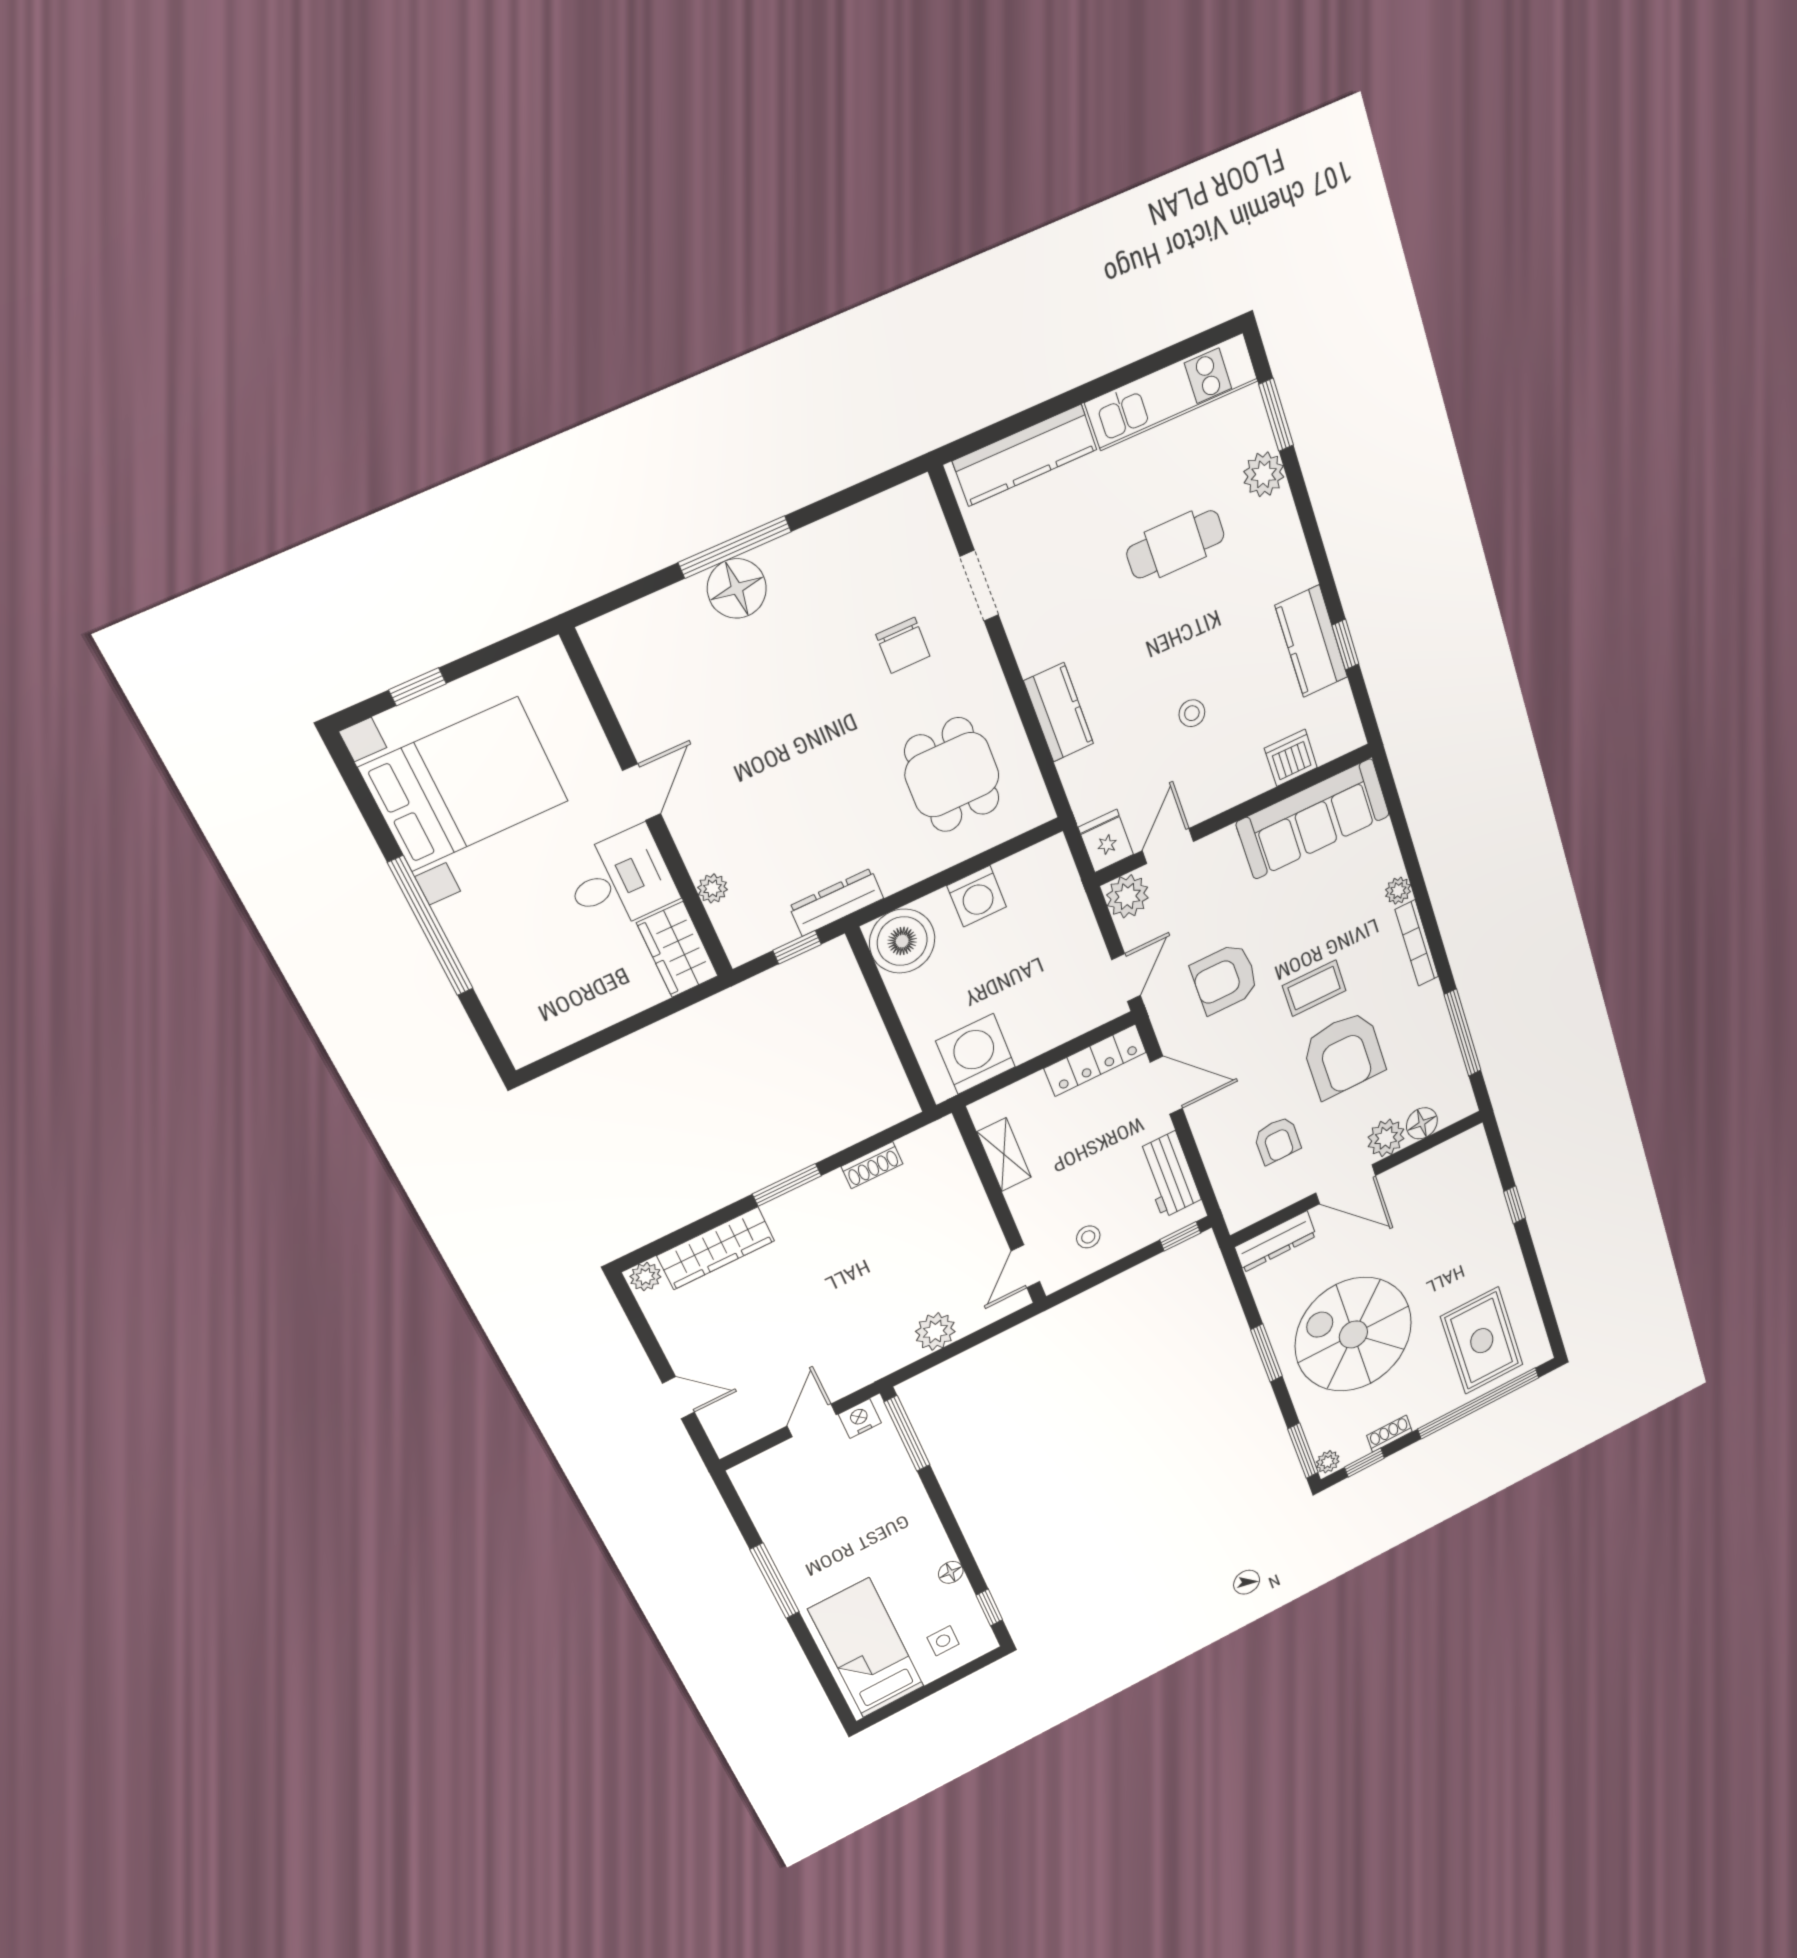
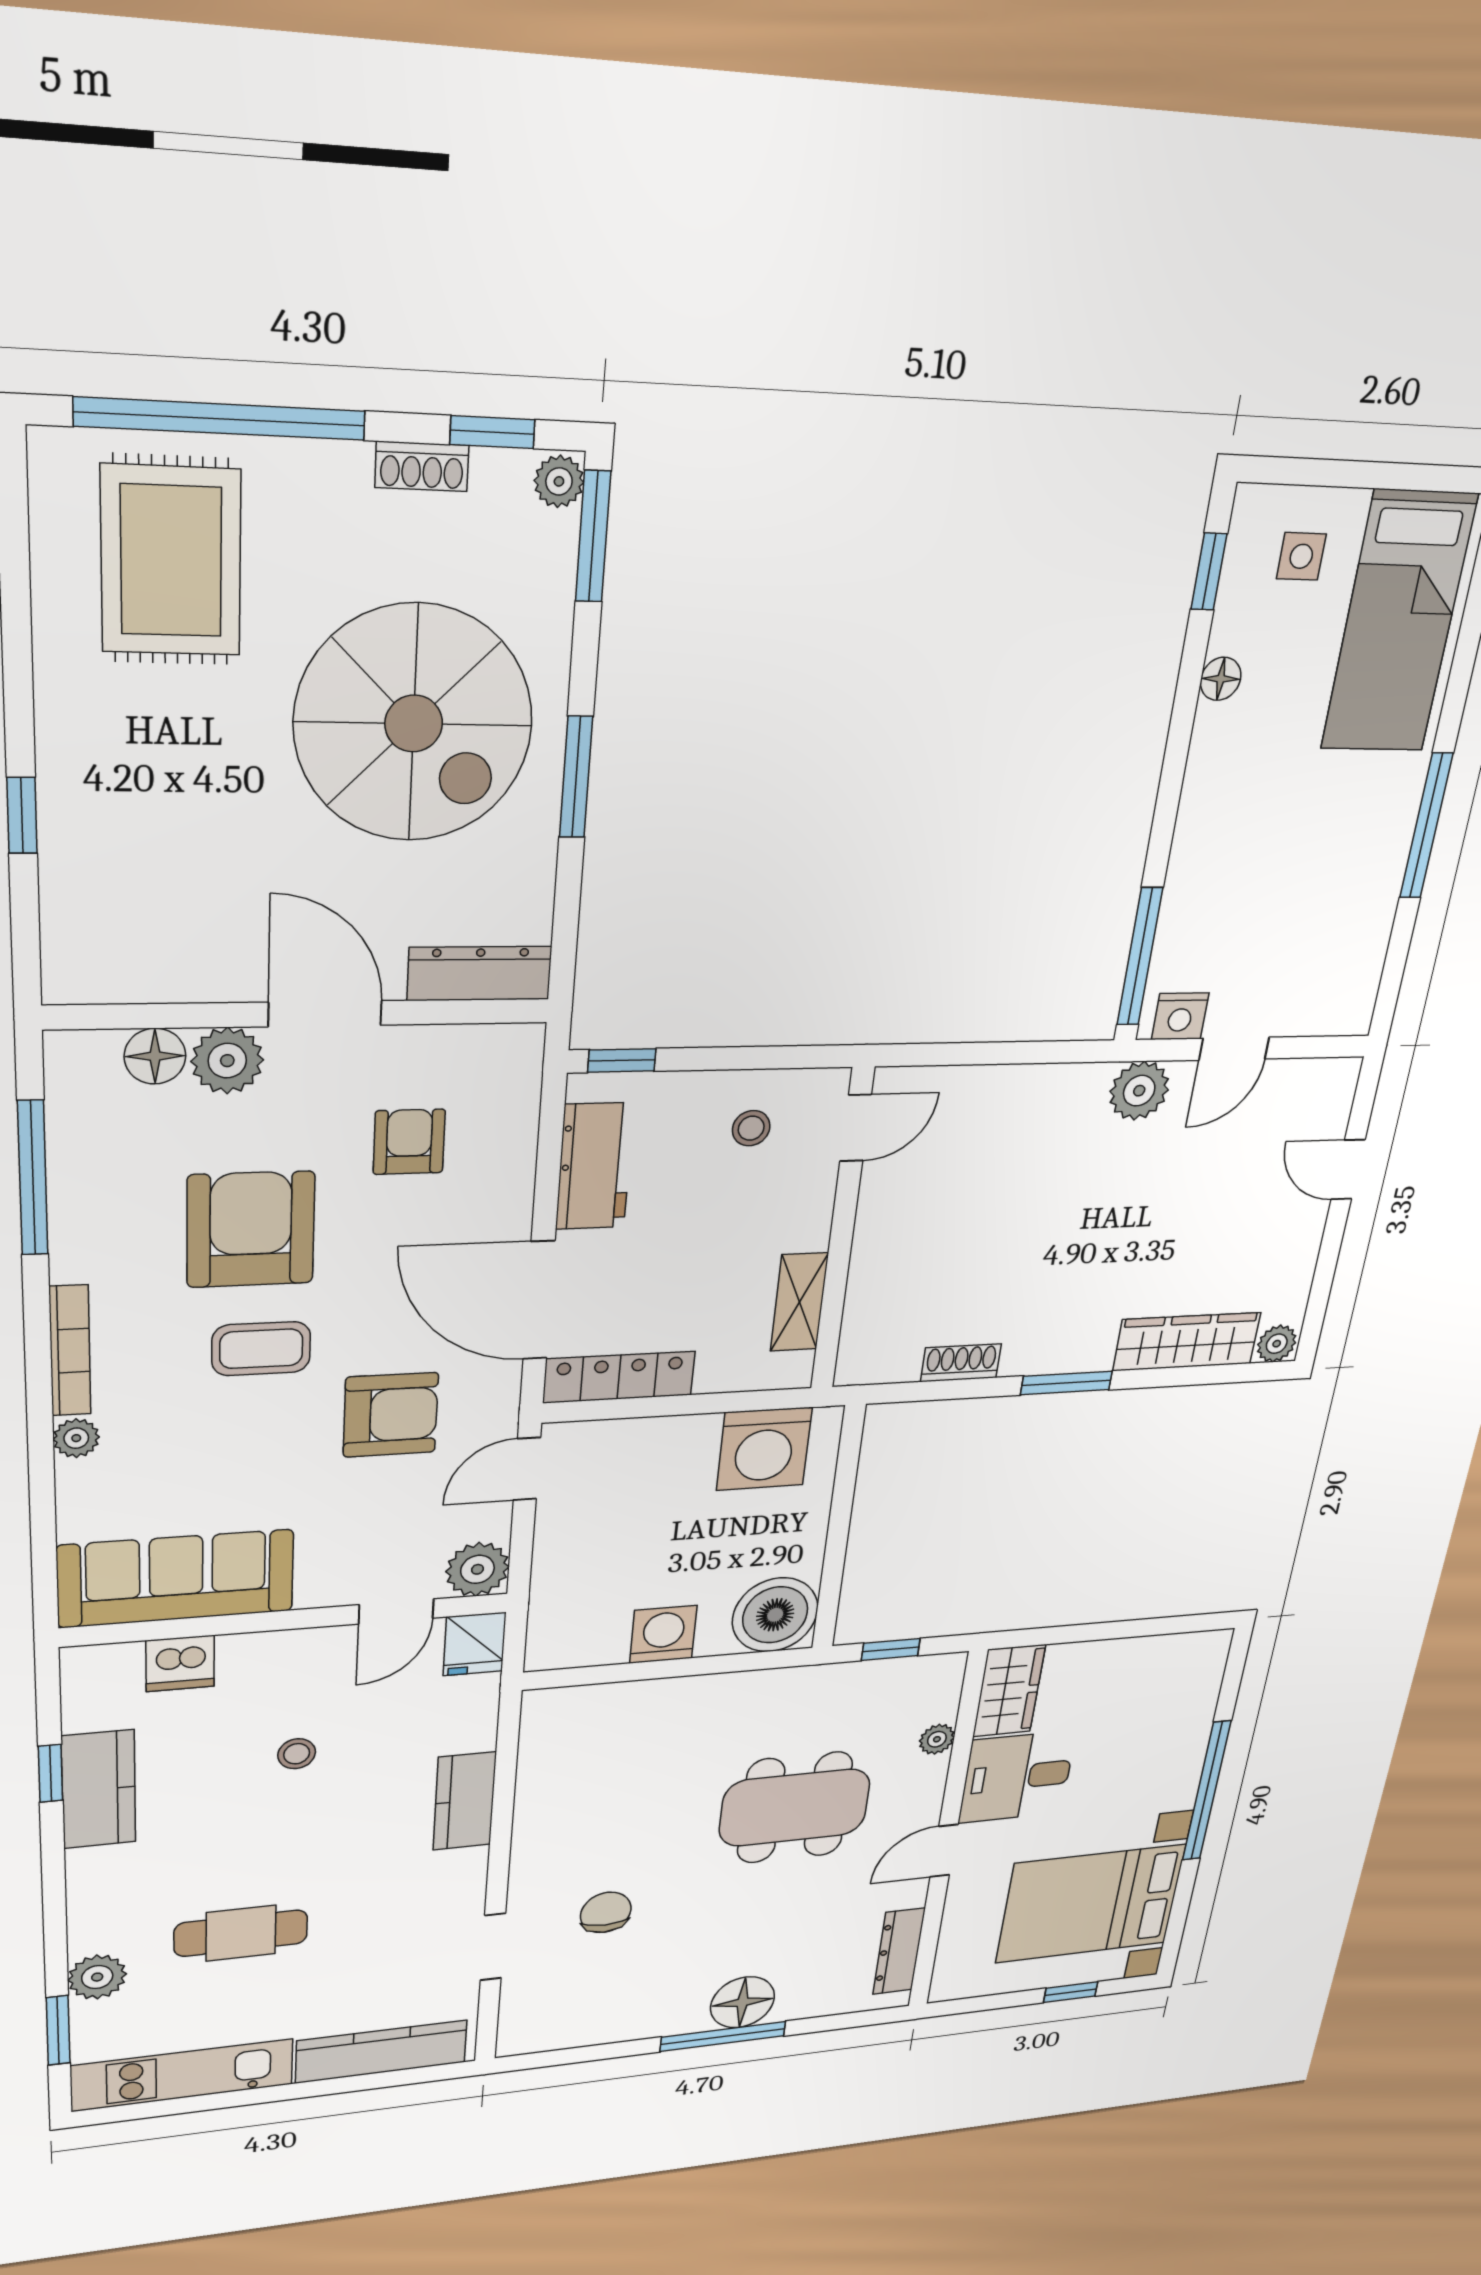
dining table: (952, 775) -> (795, 1808), moved, width x1.37
dresser: (837, 902) -> (899, 1951), moved, turned 90
door: (1166, 1085) -> (539, 1300), width x1.36
plant: (935, 1331) -> (1139, 1091), moved

